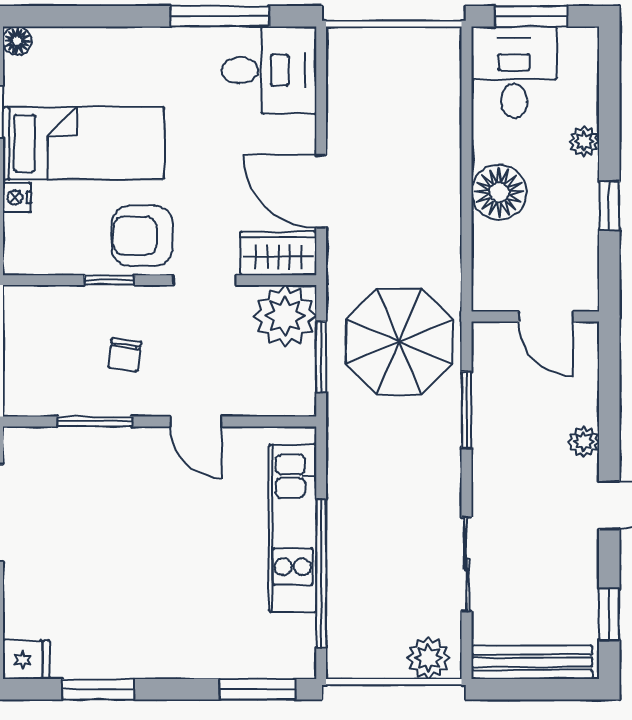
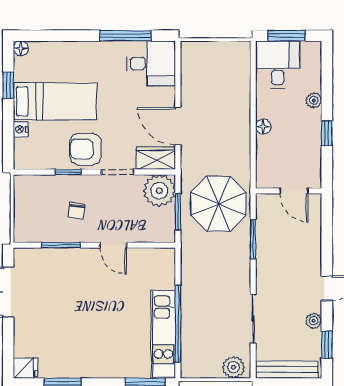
floor lamp: (499, 192) -> (263, 127), width x0.53, depth x0.53
plant: (584, 442) -> (314, 321), moved
kitchen unit: (293, 528) -> (163, 334), moved

